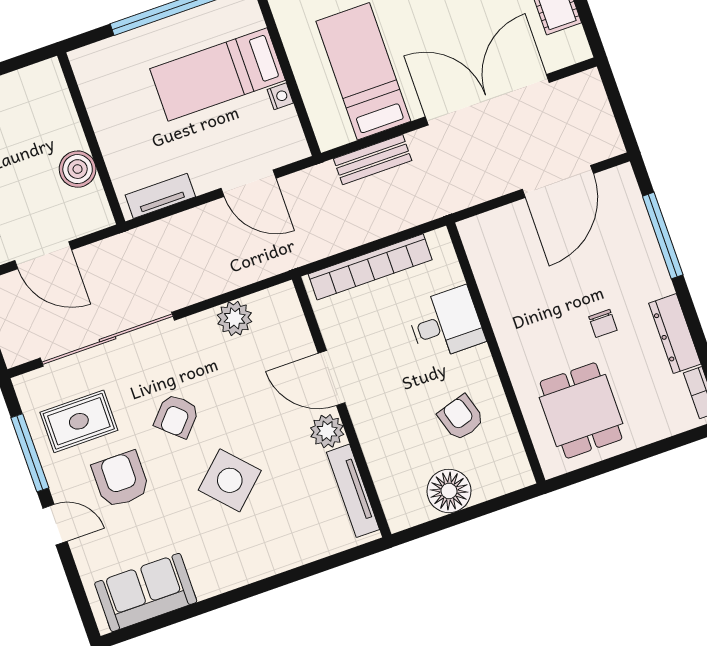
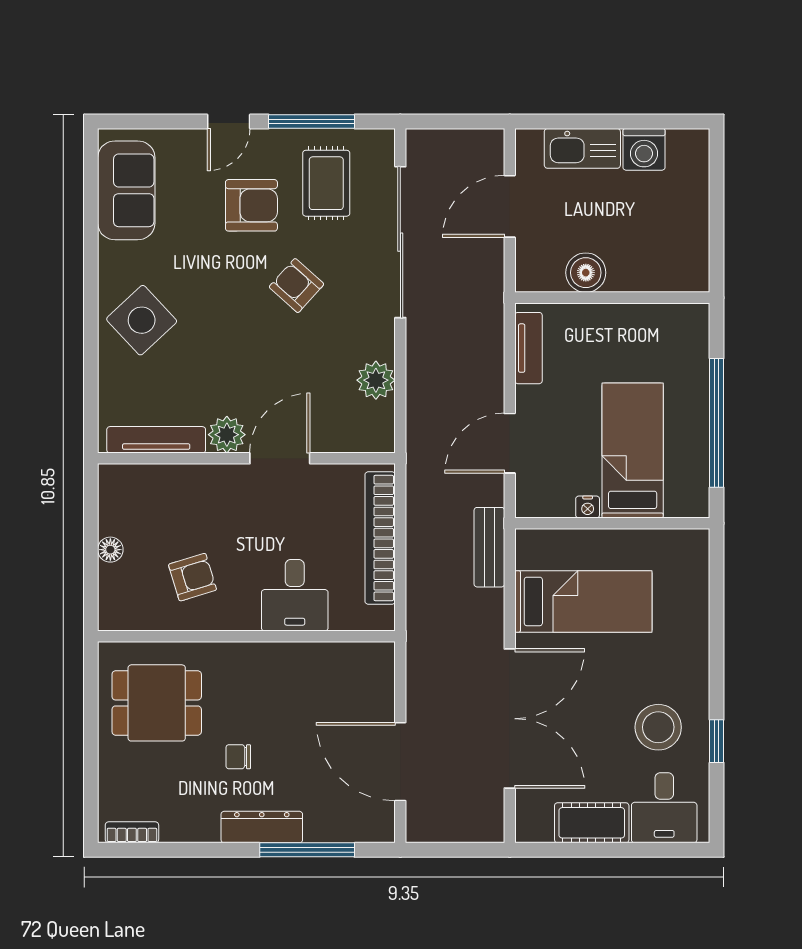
bench: (373, 160) -> (489, 547), moved
dresser: (675, 334) -> (262, 827), moved
side table: (230, 480) -> (142, 320), moved
floor lamp: (449, 491) -> (110, 550), width x0.53, depth x0.53

